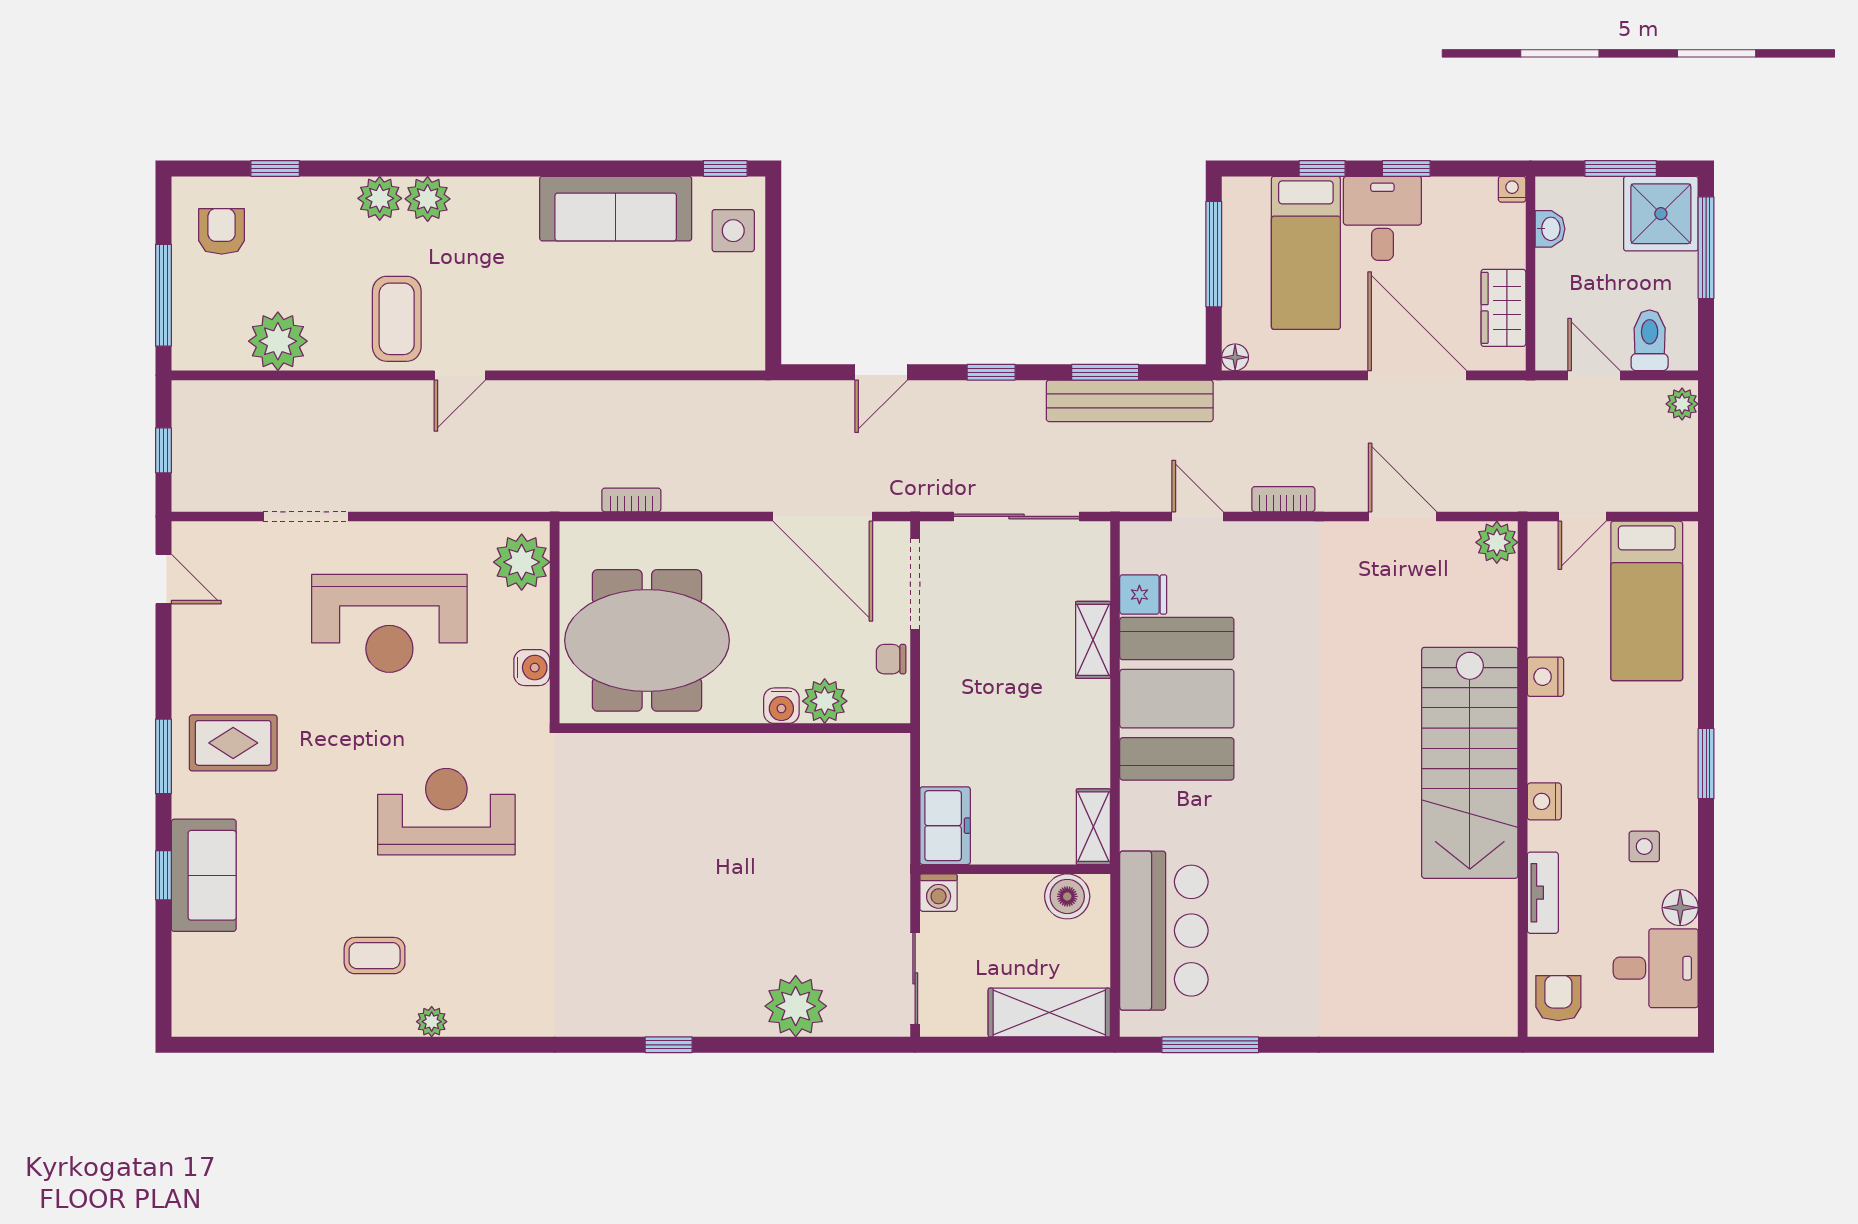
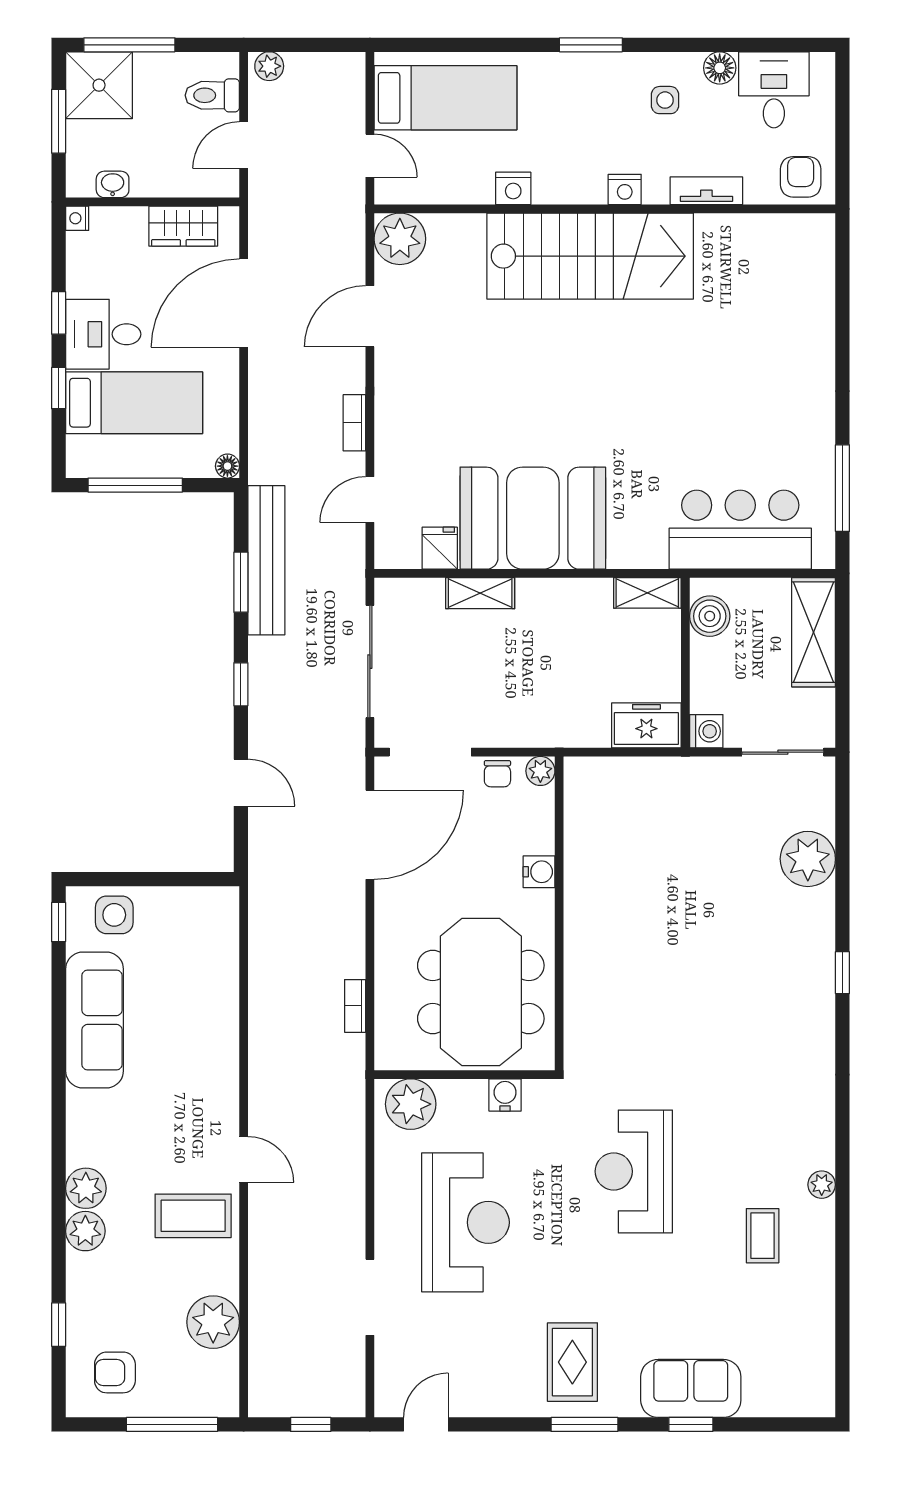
plant: (1497, 542) -> (400, 239), width x1.36, depth x1.36
plant: (825, 701) -> (540, 771), moved, width x0.73, depth x0.73
armchair: (1558, 998) -> (801, 177), turned 90

